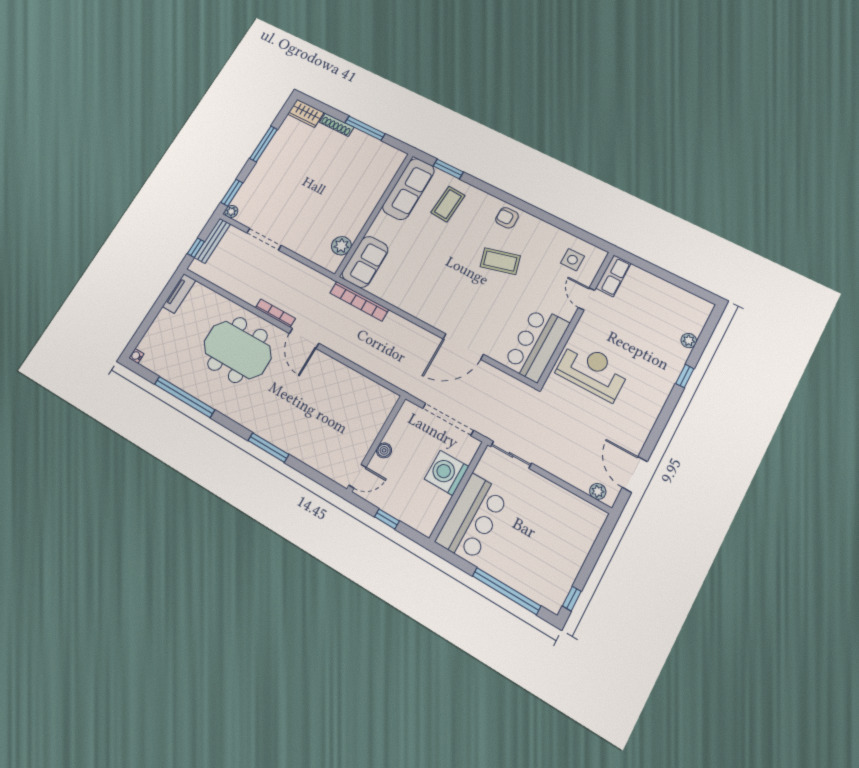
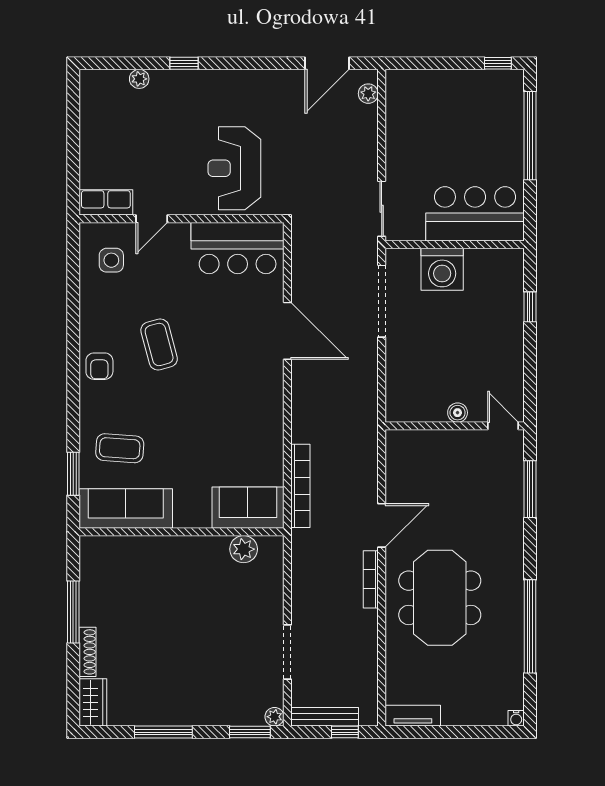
wall: (376, 443) -> (455, 426), moved
boiler: (384, 450) -> (458, 413), moved
door: (357, 476) -> (503, 426), moved

